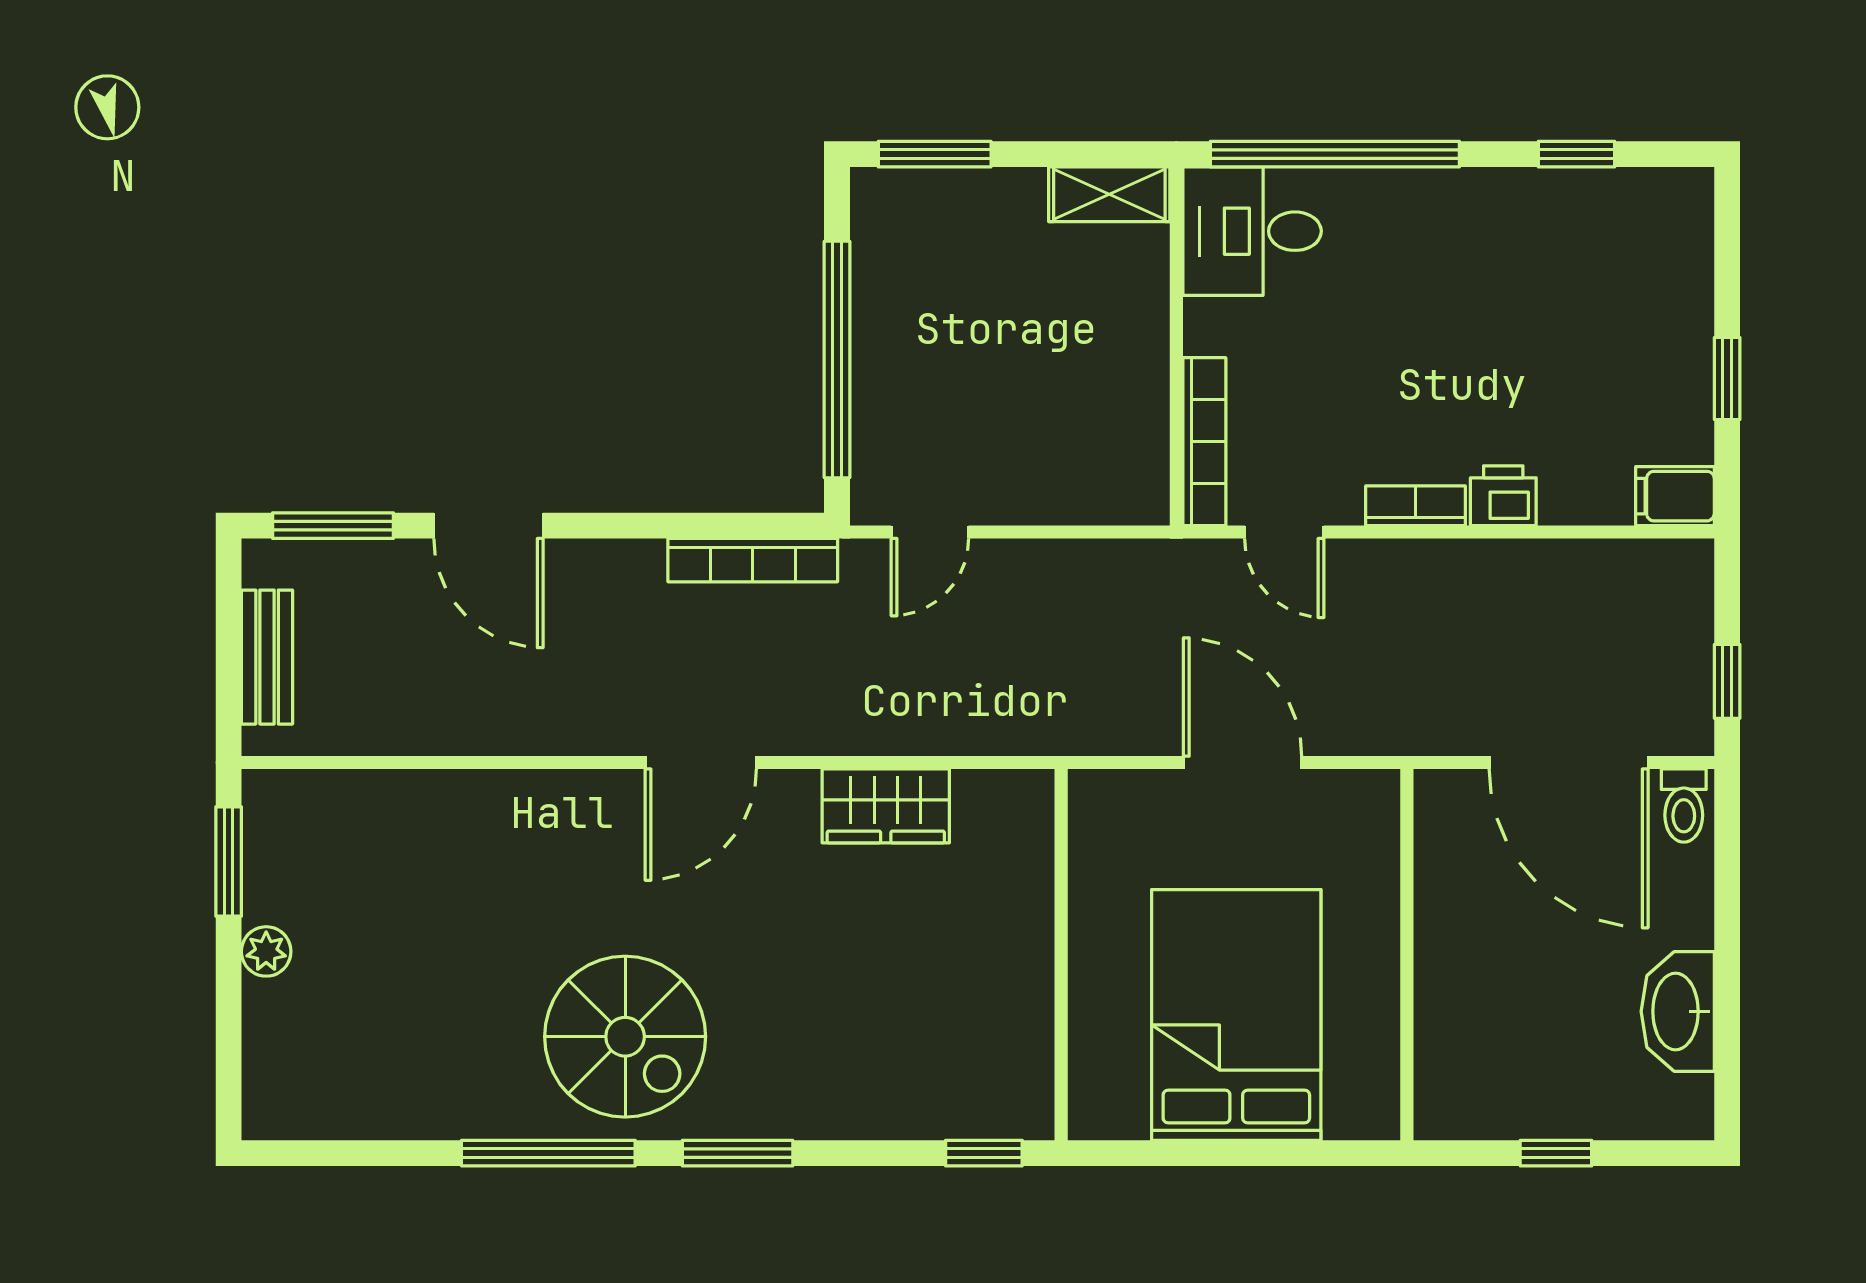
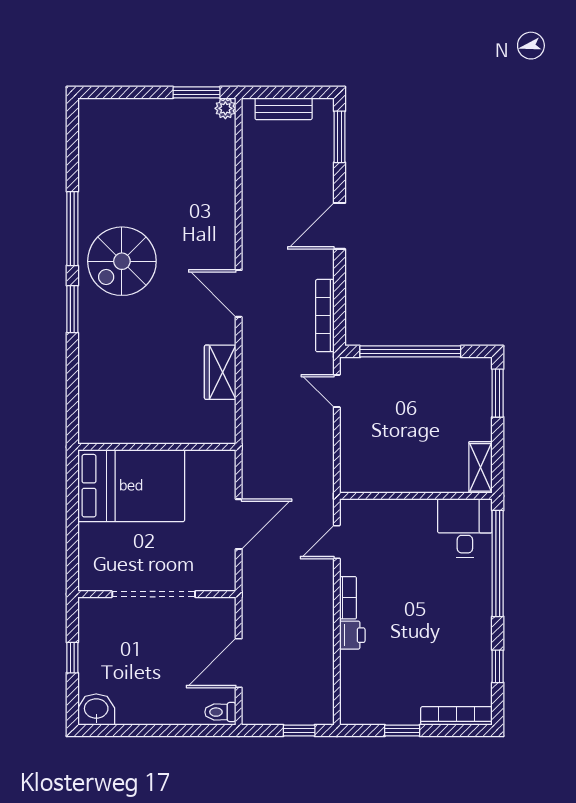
bookcase: (1204, 442) -> (456, 716), moved, turned 180
filing cabinet: (1675, 496) -> (352, 708), removed
door: (488, 526) -> (340, 226), moved
window: (1727, 681) -> (299, 730), moved
door: (1569, 763) -> (239, 663), width x0.73
plant: (266, 951) -> (225, 108), moved
doorway: (1407, 962) -> (154, 594), added
washbasin: (1678, 1011) -> (96, 709), moved, width x0.72
bed: (1236, 1015) -> (131, 486), moved
window: (984, 1153) -> (72, 414), removed

